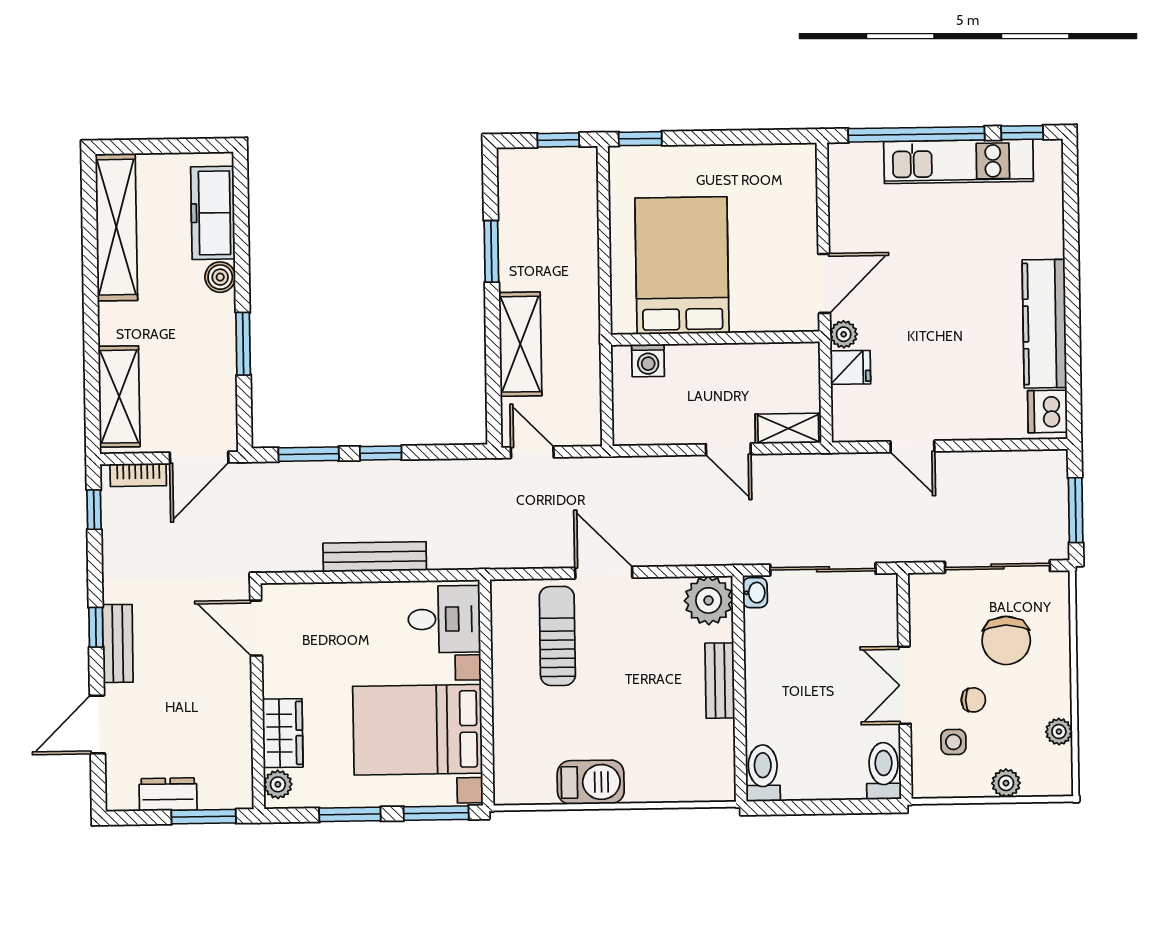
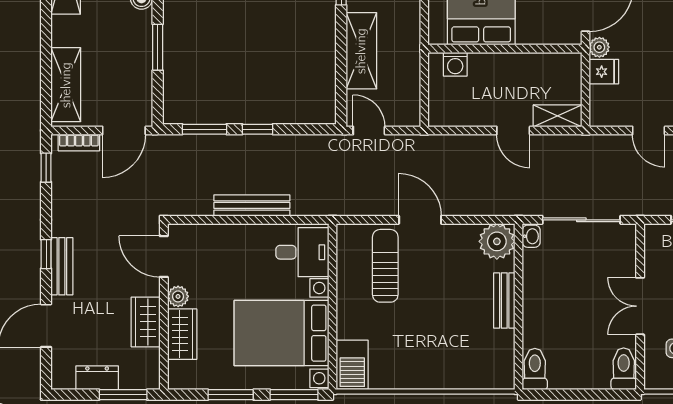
wardrobe: (233, 717) -> (146, 322), added
barbecue: (591, 782) -> (352, 365), moved, turned 90
plant: (278, 784) -> (178, 296), moved

